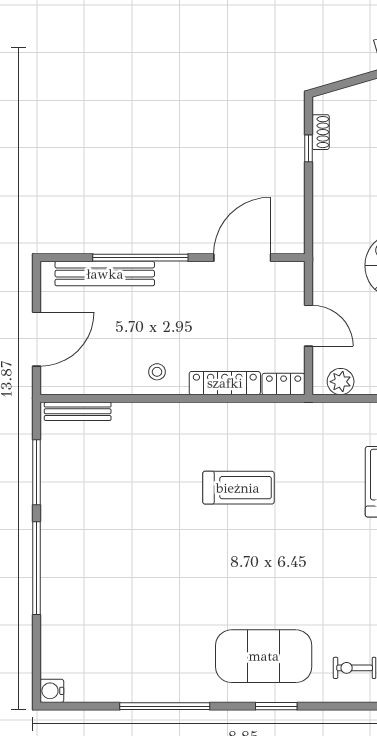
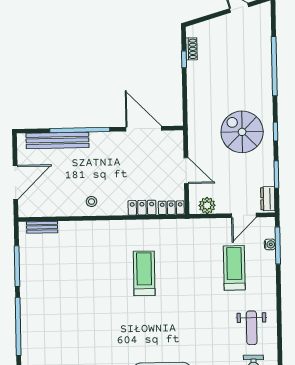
door: (242, 258) -> (144, 129), hinge flipped
locker: (225, 383) -> (142, 208), width x0.66
bench: (78, 411) -> (42, 227), width x0.73
treadmill: (238, 488) -> (144, 273), turned -90

